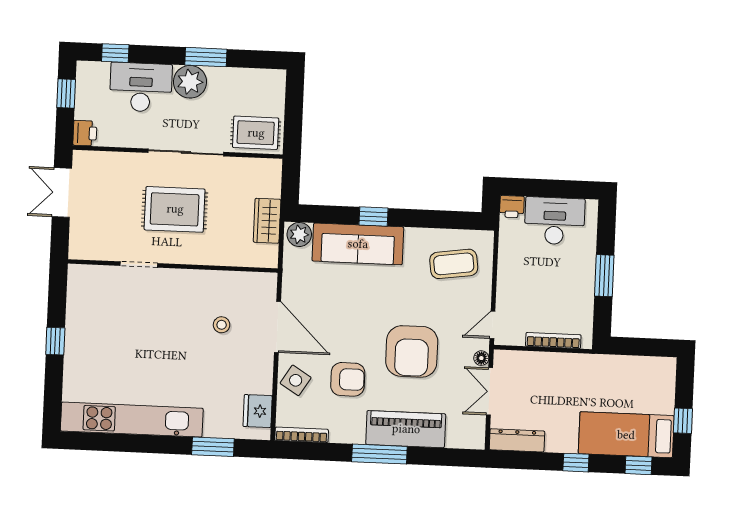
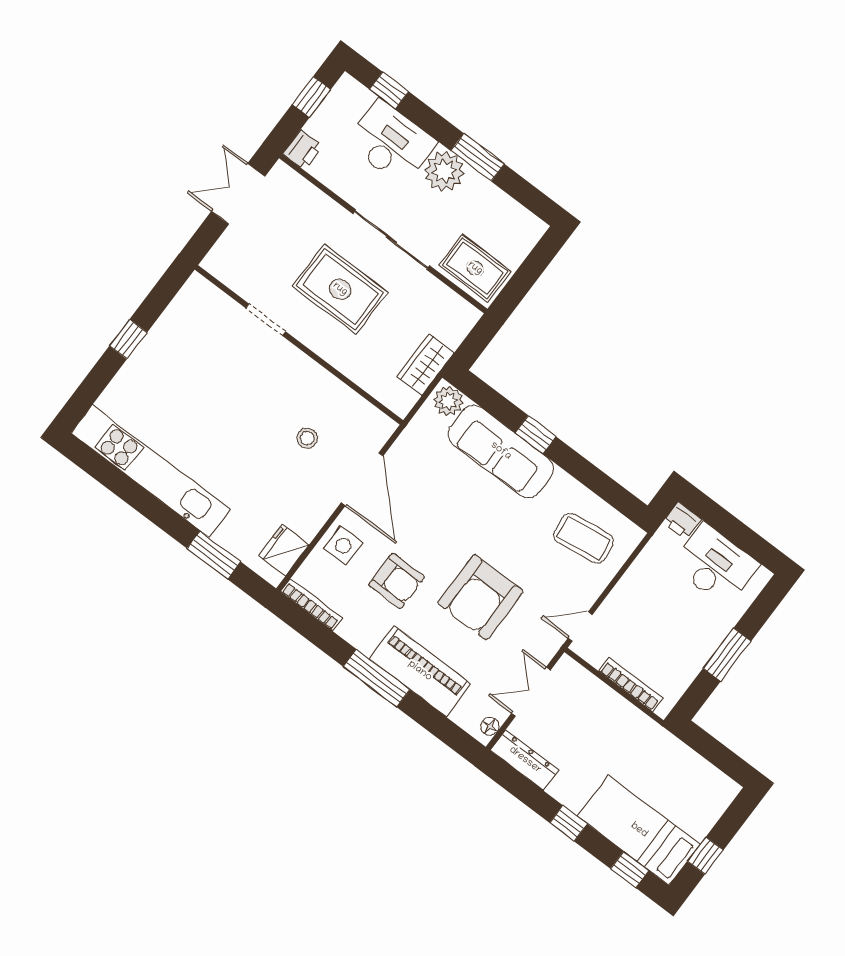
floor lamp: (481, 358) -> (490, 726), moved
side table: (296, 380) -> (343, 546), turned -32

